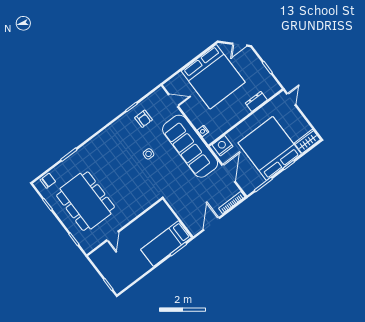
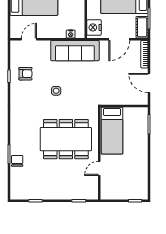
sofa: (190, 146) -> (75, 51), width x0.74, depth x0.79
door: (229, 173) -> (119, 39), swing flipped
chair: (48, 181) -> (17, 161), moved
cot: (252, 184) -> (142, 27), added
dining table: (85, 201) -> (66, 139), moved
door: (113, 236) -> (99, 168), swing flipped
bed: (166, 243) -> (112, 131), moved

